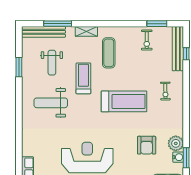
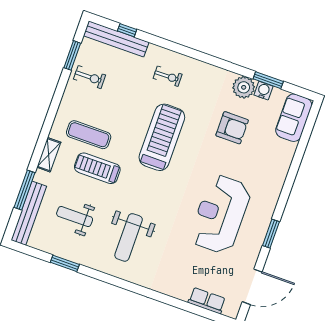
weight bench: (52, 63) -> (75, 217), turned 180
treadmill: (83, 78) -> (97, 168), moved

